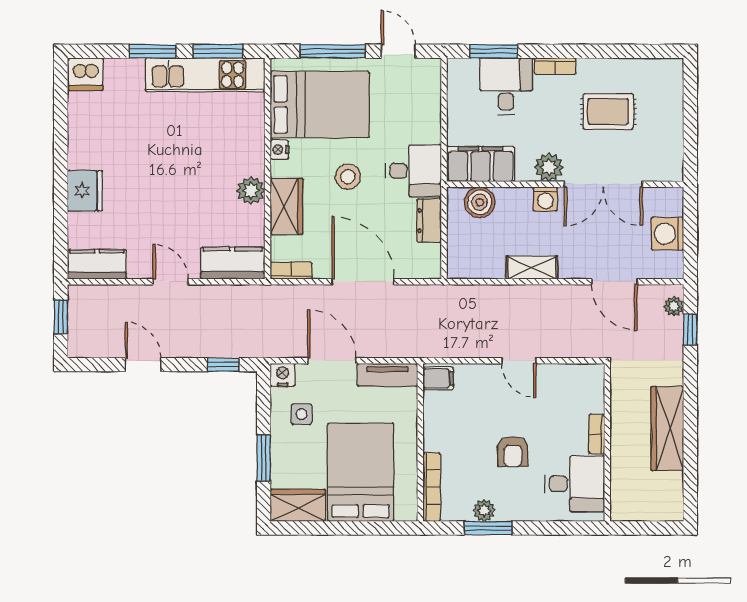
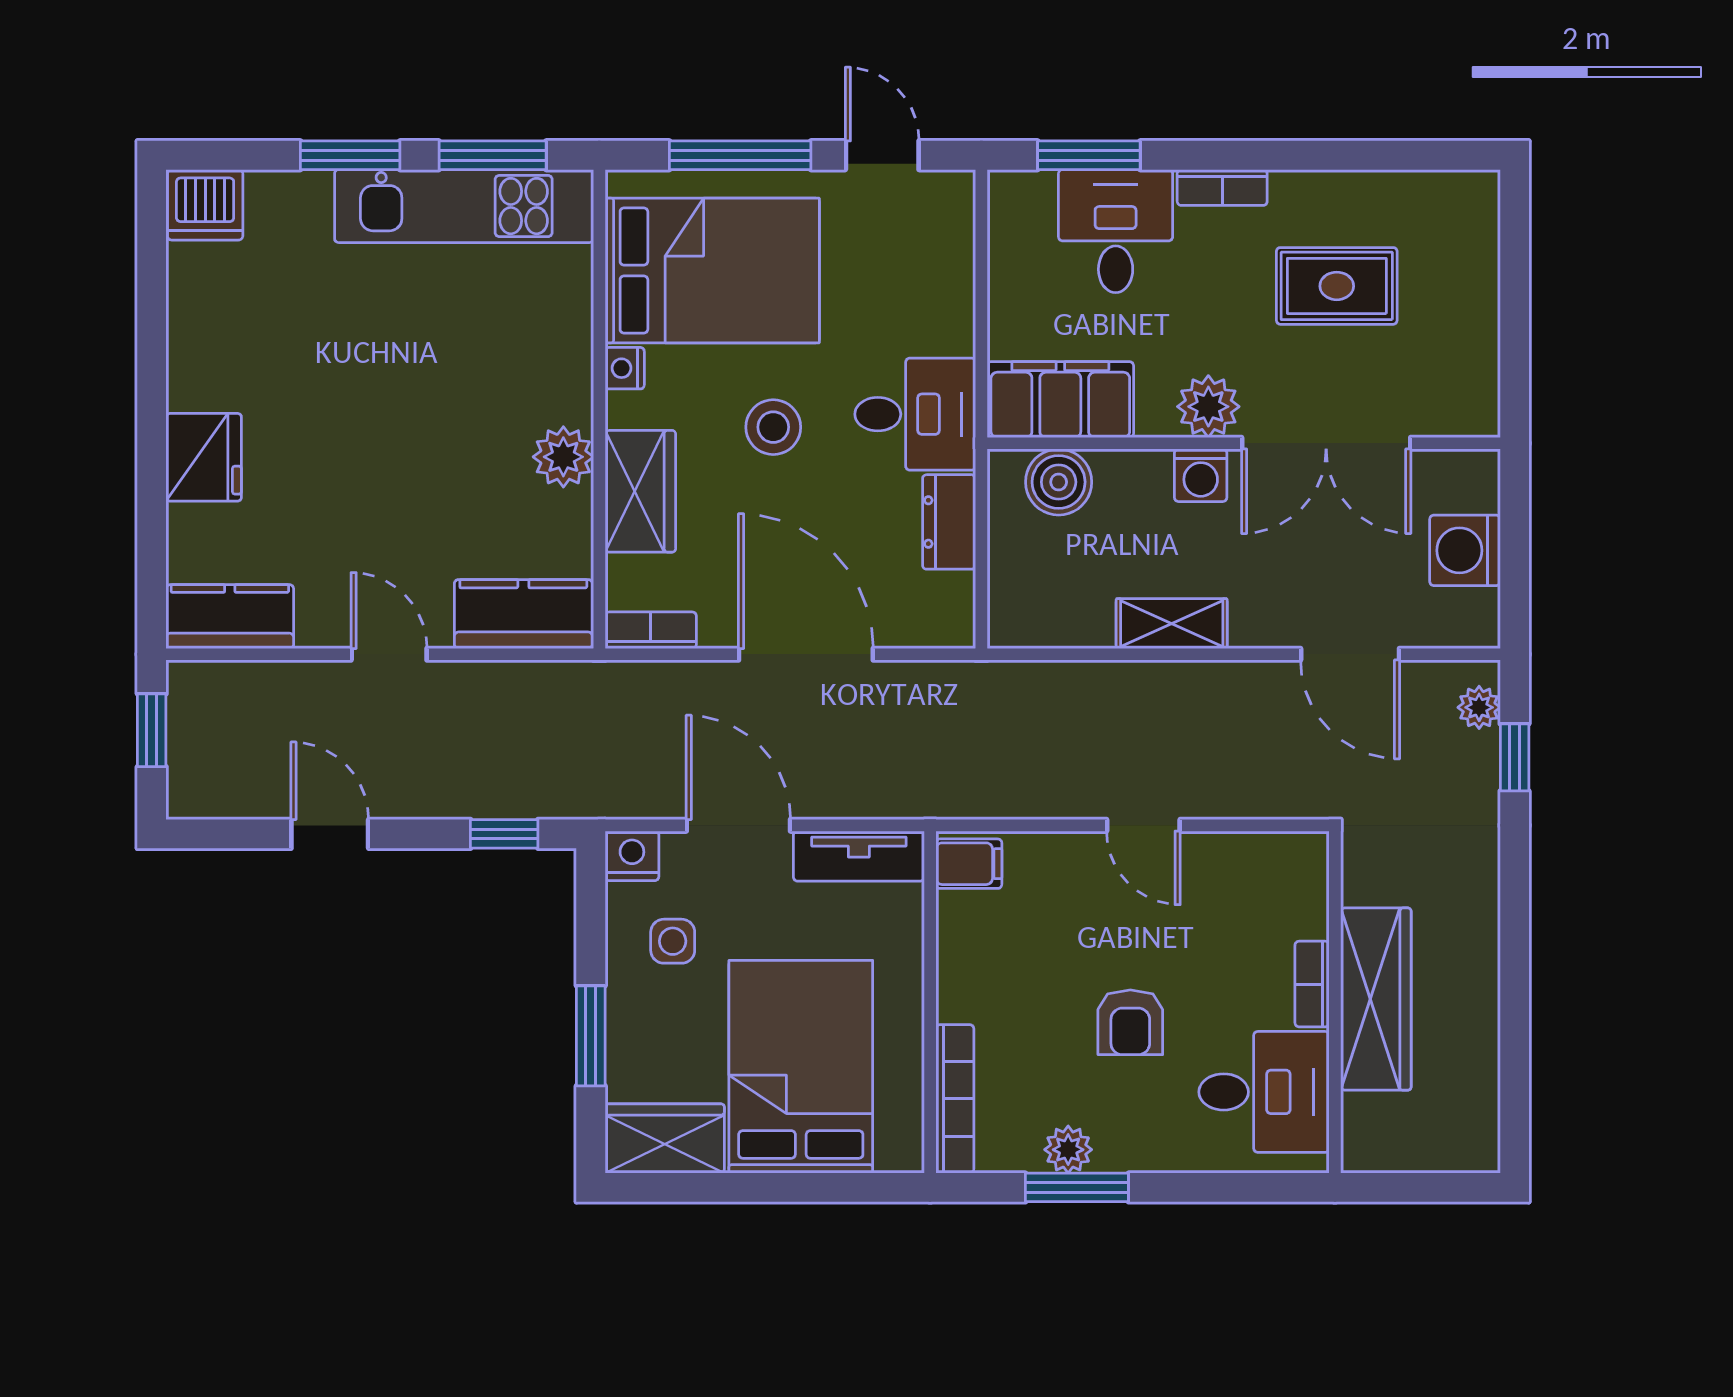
wardrobe: (667, 428) -> (1376, 999), moved, turned 180

